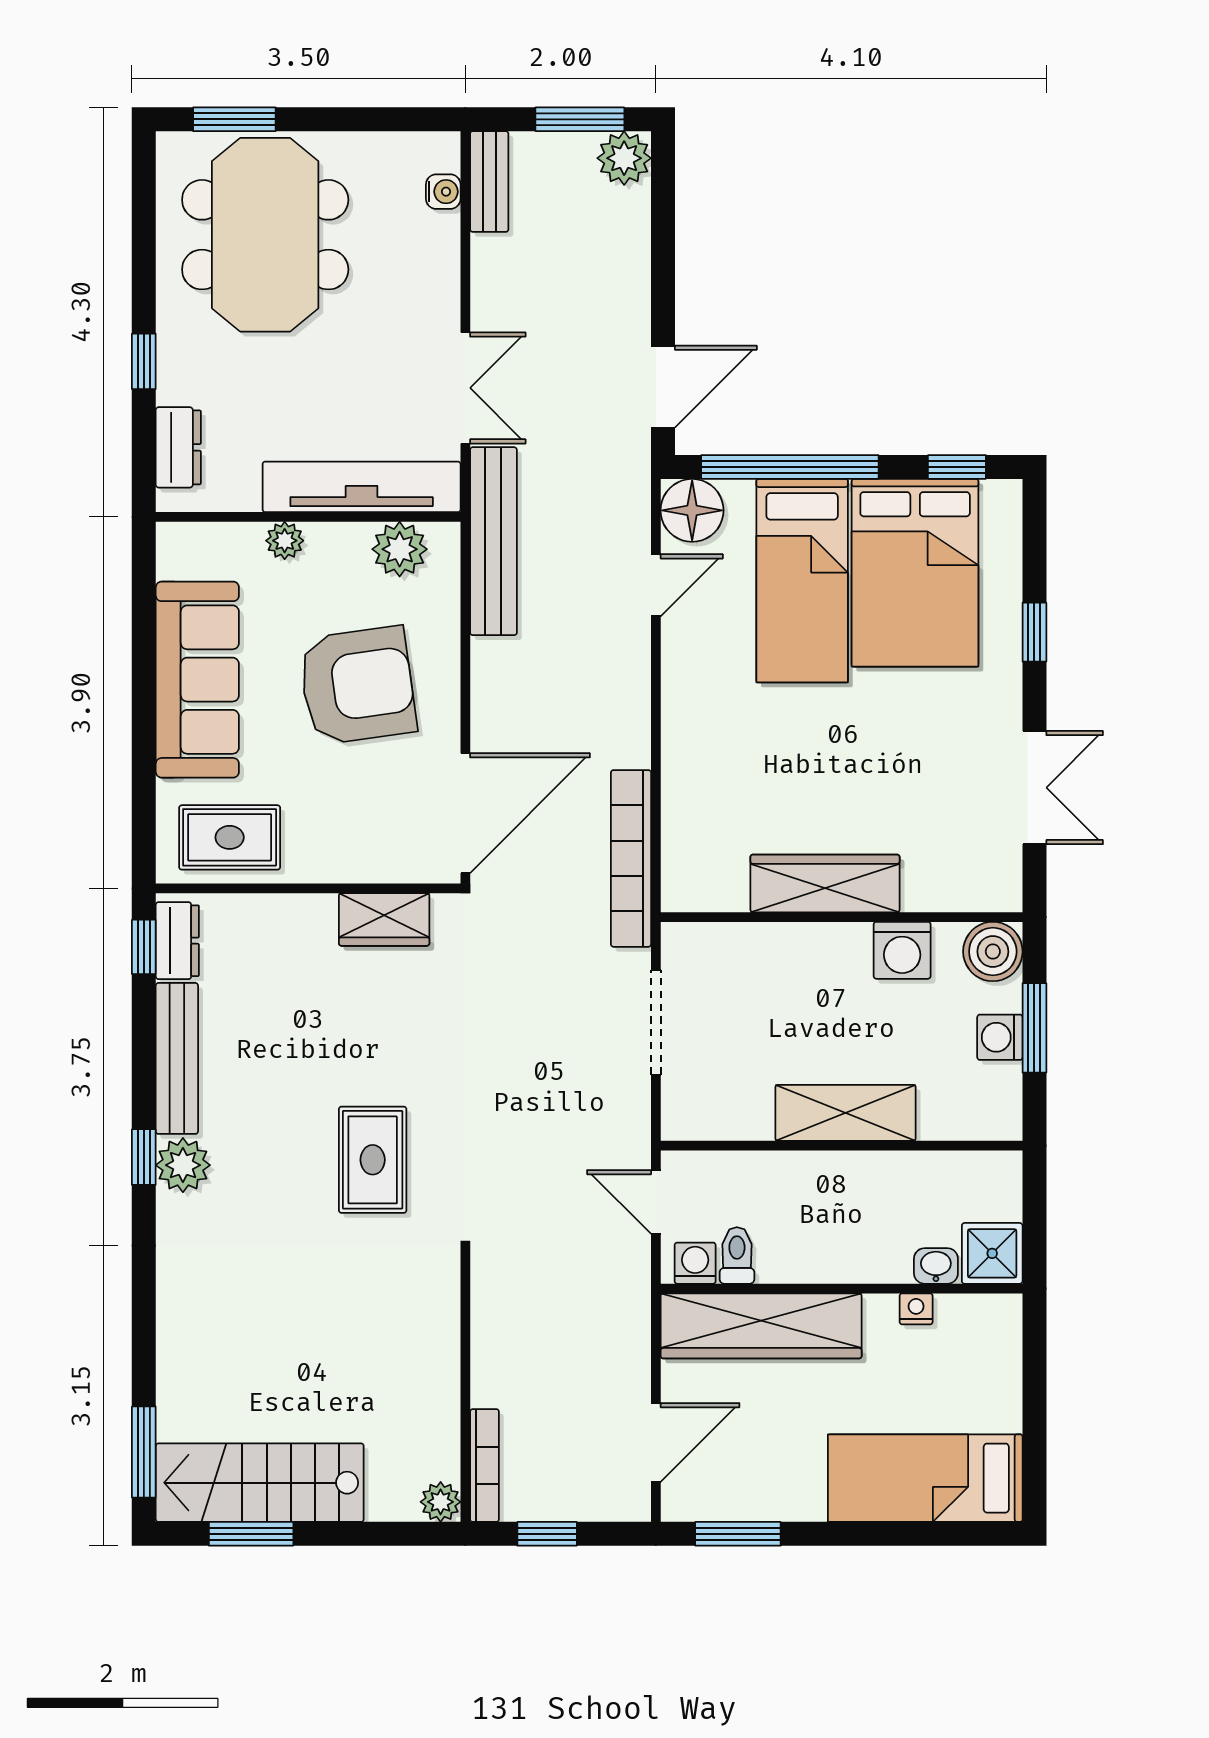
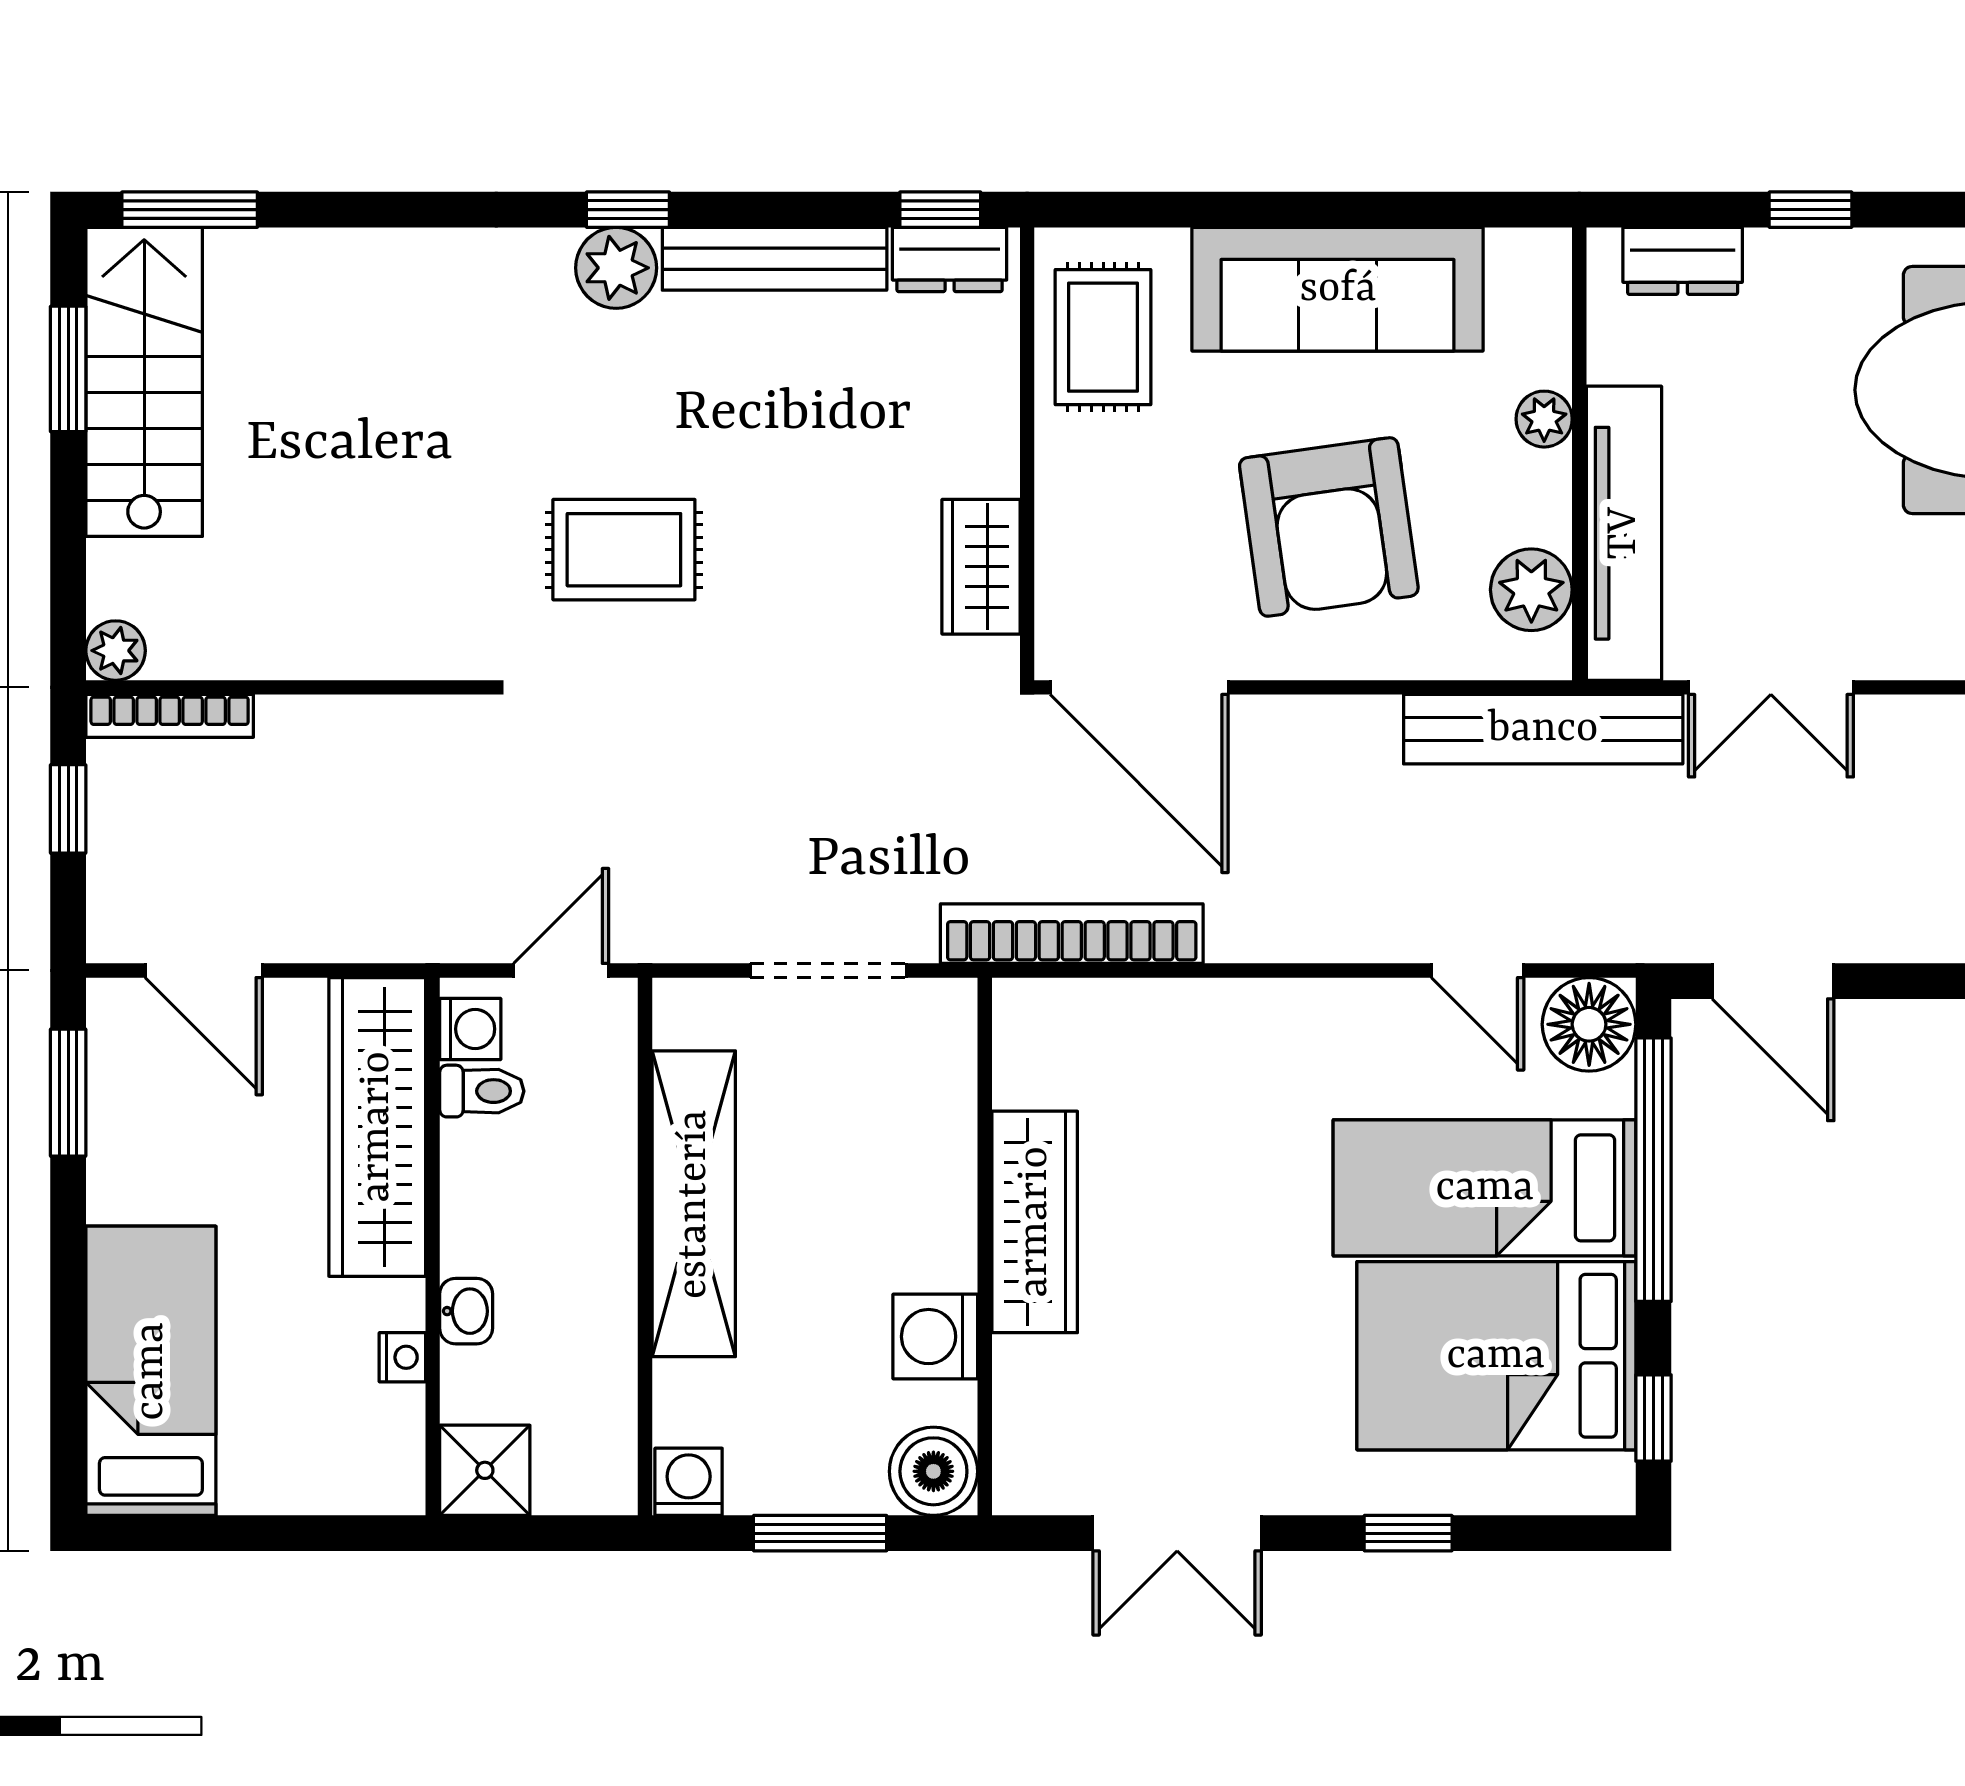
washing machine: (1000, 1037) -> (689, 1482), moved
shelving: (846, 1113) -> (694, 1204), width x1.47
washbasin: (936, 1266) -> (466, 1311), moved

